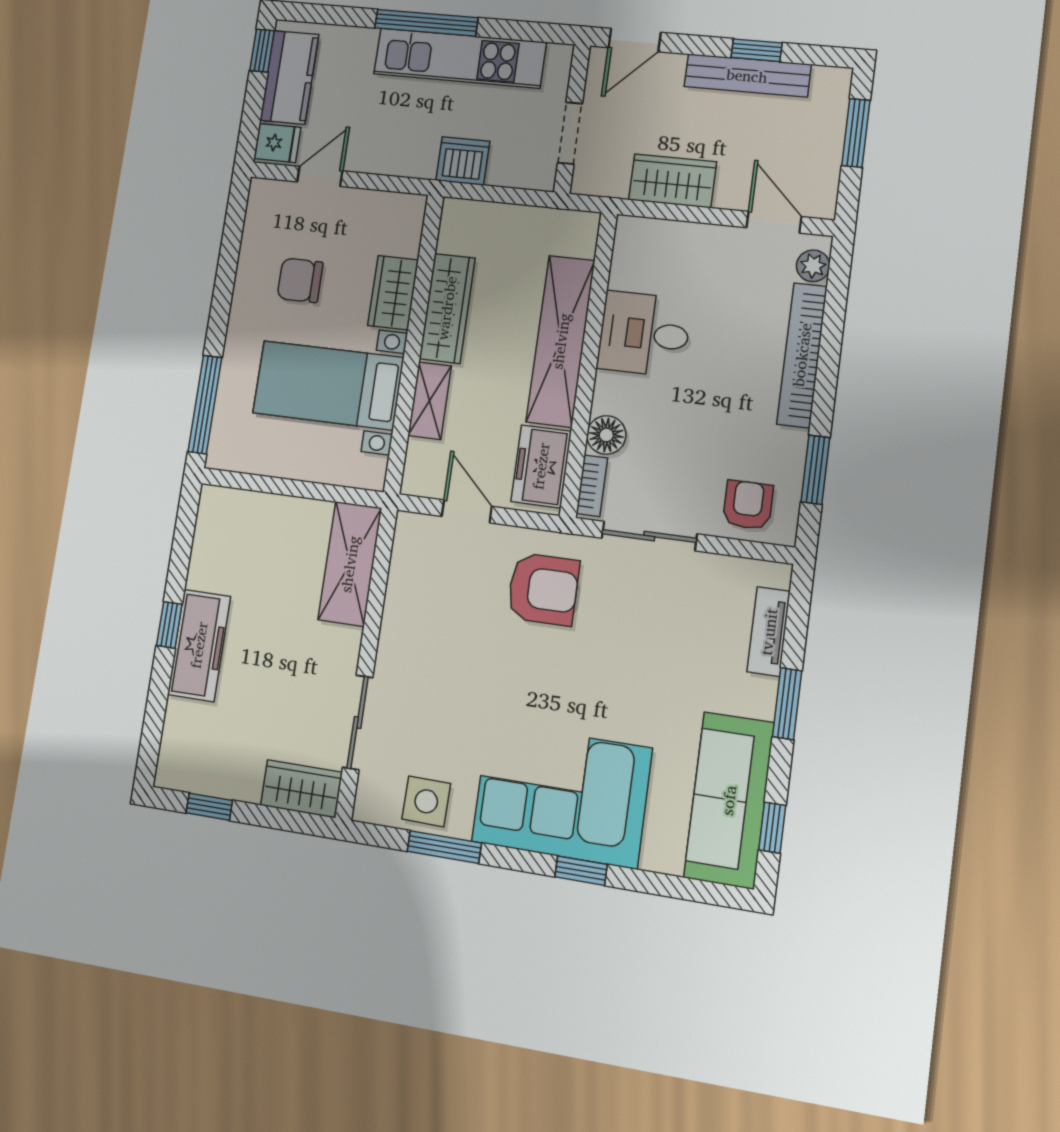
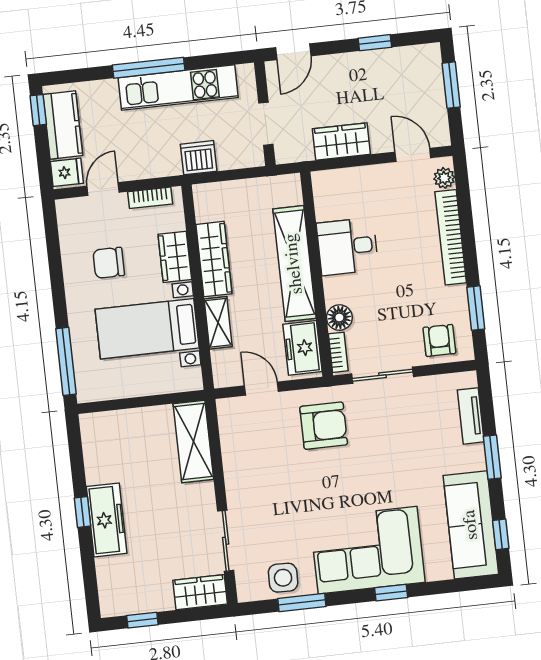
bench: (747, 76) -> (373, 61), removed
bookcase: (381, 202) -> (150, 198), added

